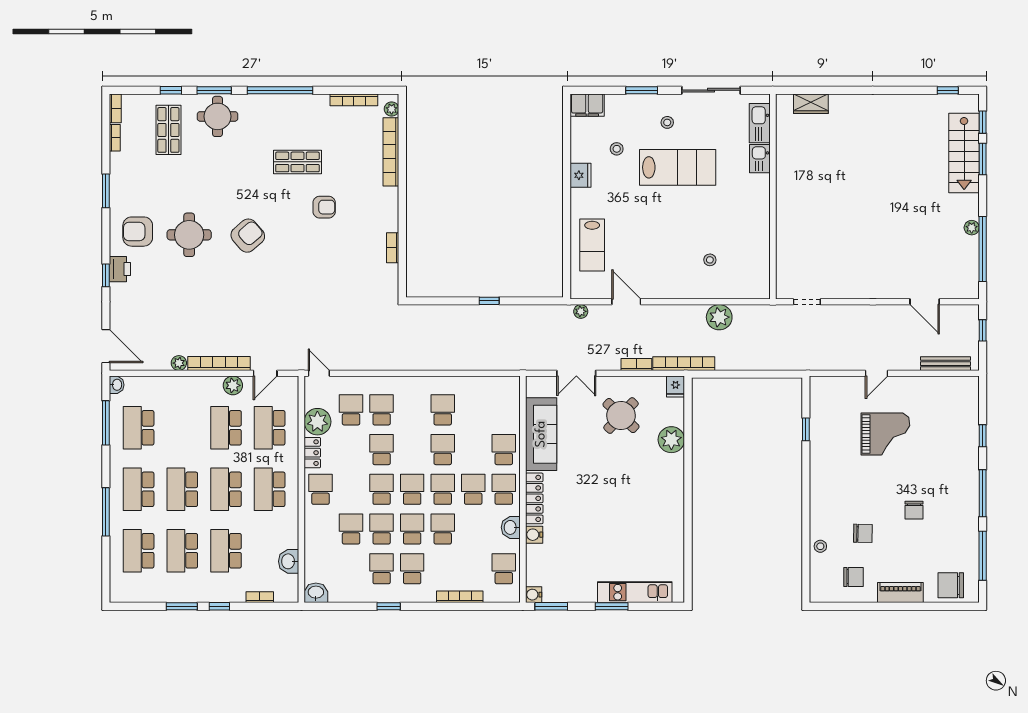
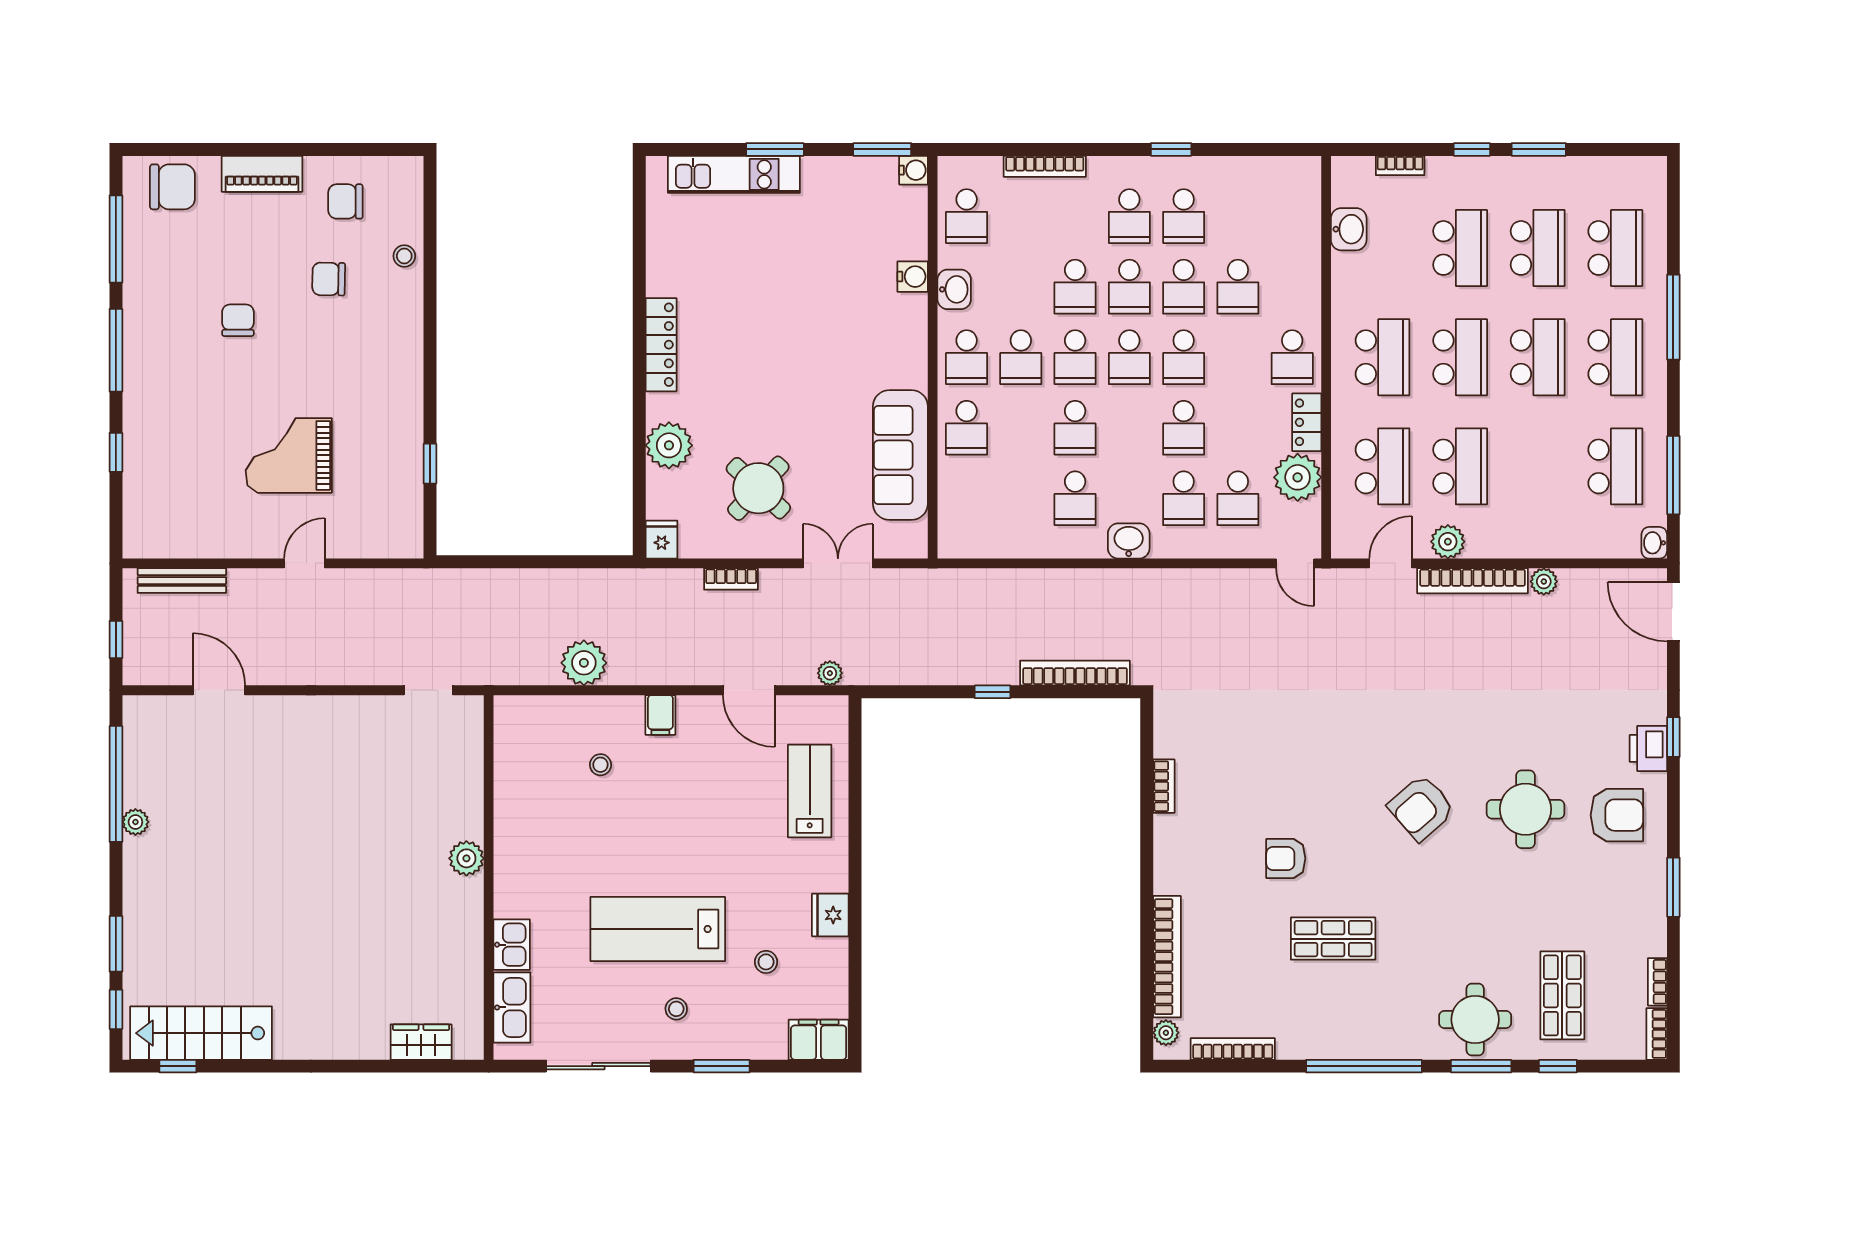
stairs: (964, 153) -> (201, 1033), moved, turned -90
plant: (785, 207) -> (466, 858), added
filing cabinet: (676, 288) -> (660, 715), added
bookcase: (684, 364) -> (1075, 673), moved, turned 180
locker: (534, 498) -> (661, 345), moved, turned 180
washbasin: (316, 593) -> (1129, 541), moved, turned 180

